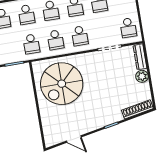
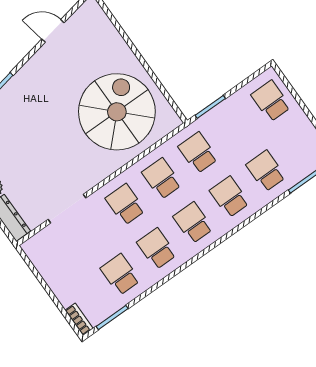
school desk: (128, 28) -> (52, 256), removed

